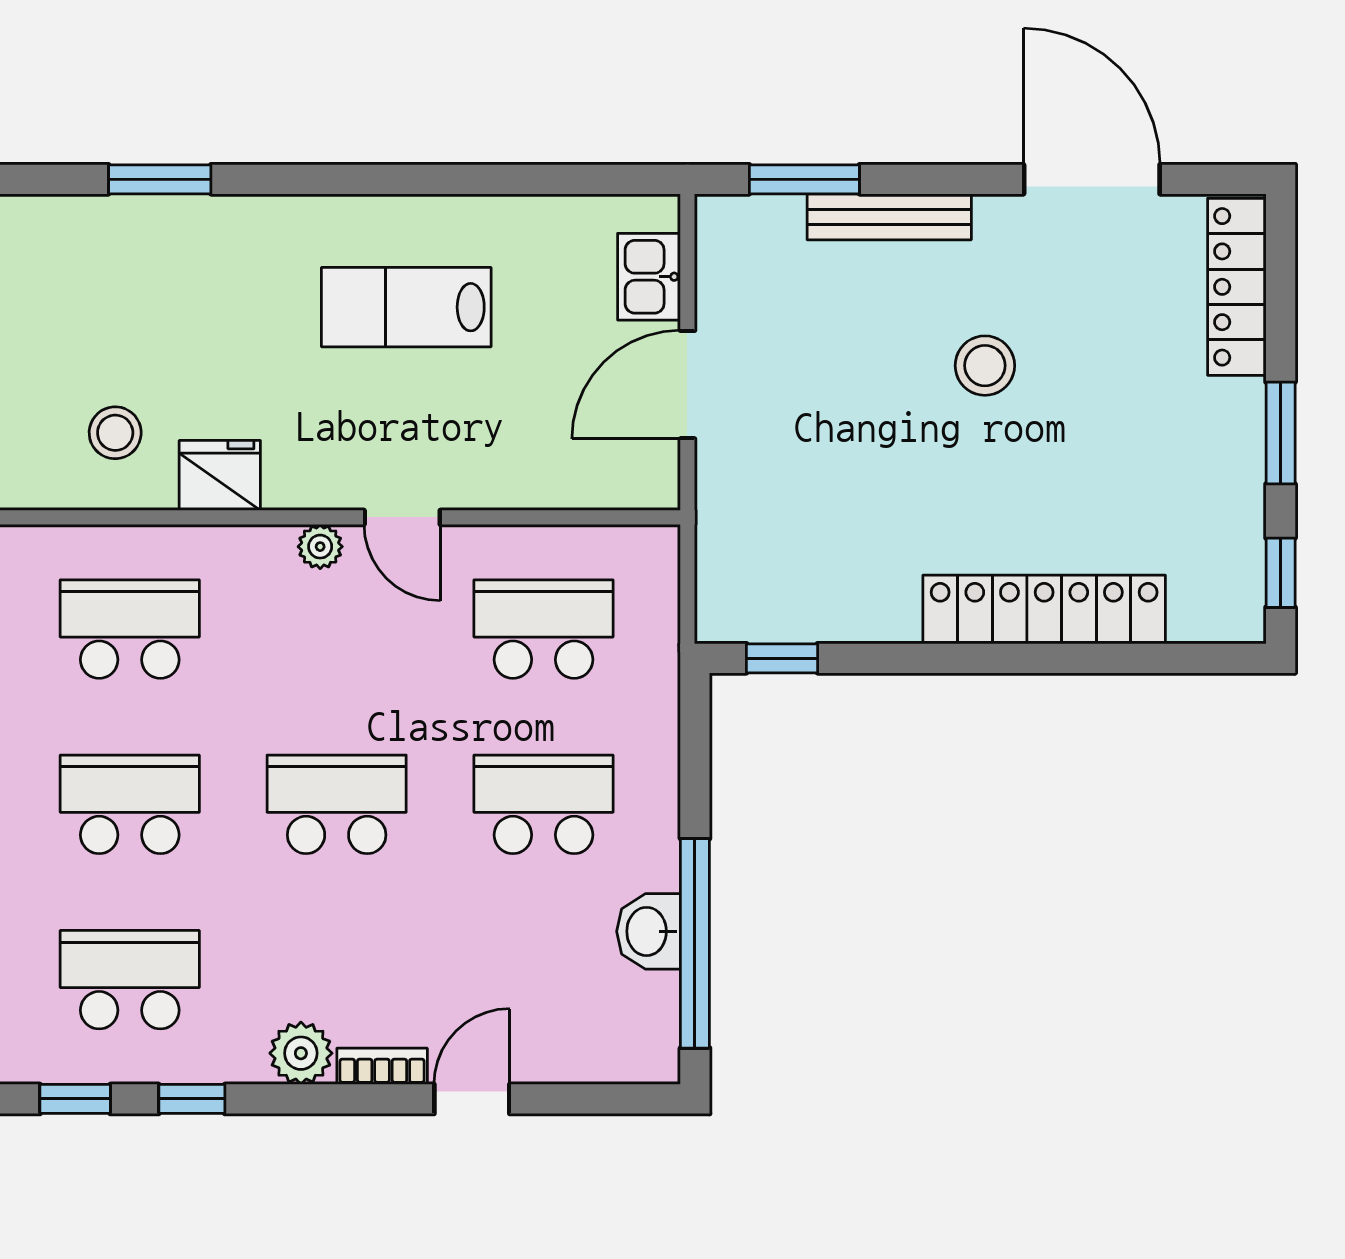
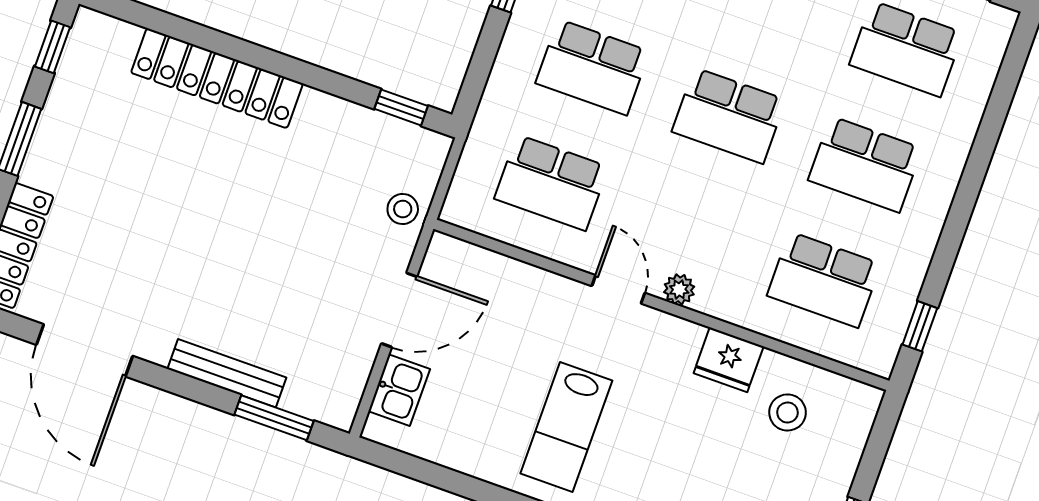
lab bench: (406, 307) -> (566, 427), turned 90
stool: (985, 366) -> (403, 209), moved, width x0.73, depth x0.73

